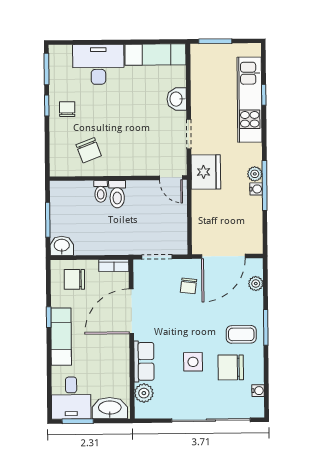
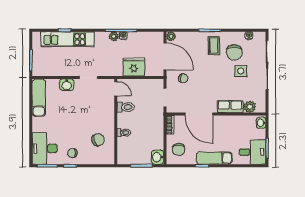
desk: (98, 64) -> (45, 148), moved
fridge: (206, 172) -> (134, 67), moved
door: (171, 178) -> (116, 89), hinge flipped
toilet: (117, 194) -> (126, 107), moved
plant: (256, 284) -> (171, 36), moved
side table: (193, 362) -> (241, 71), moved
washbasin: (110, 408) -> (261, 123), width x0.52, depth x0.69

